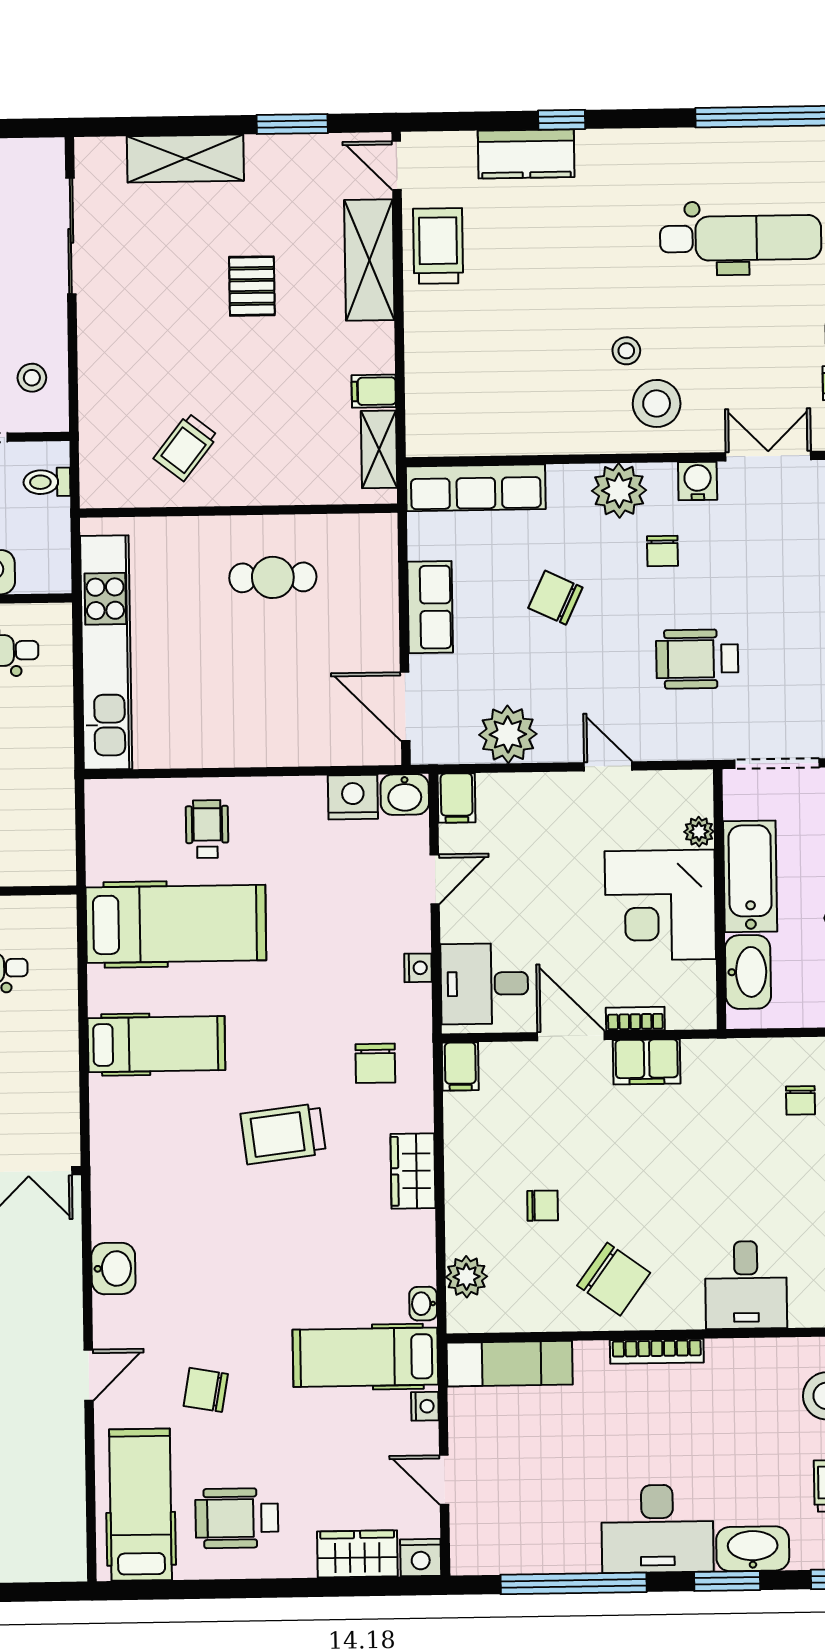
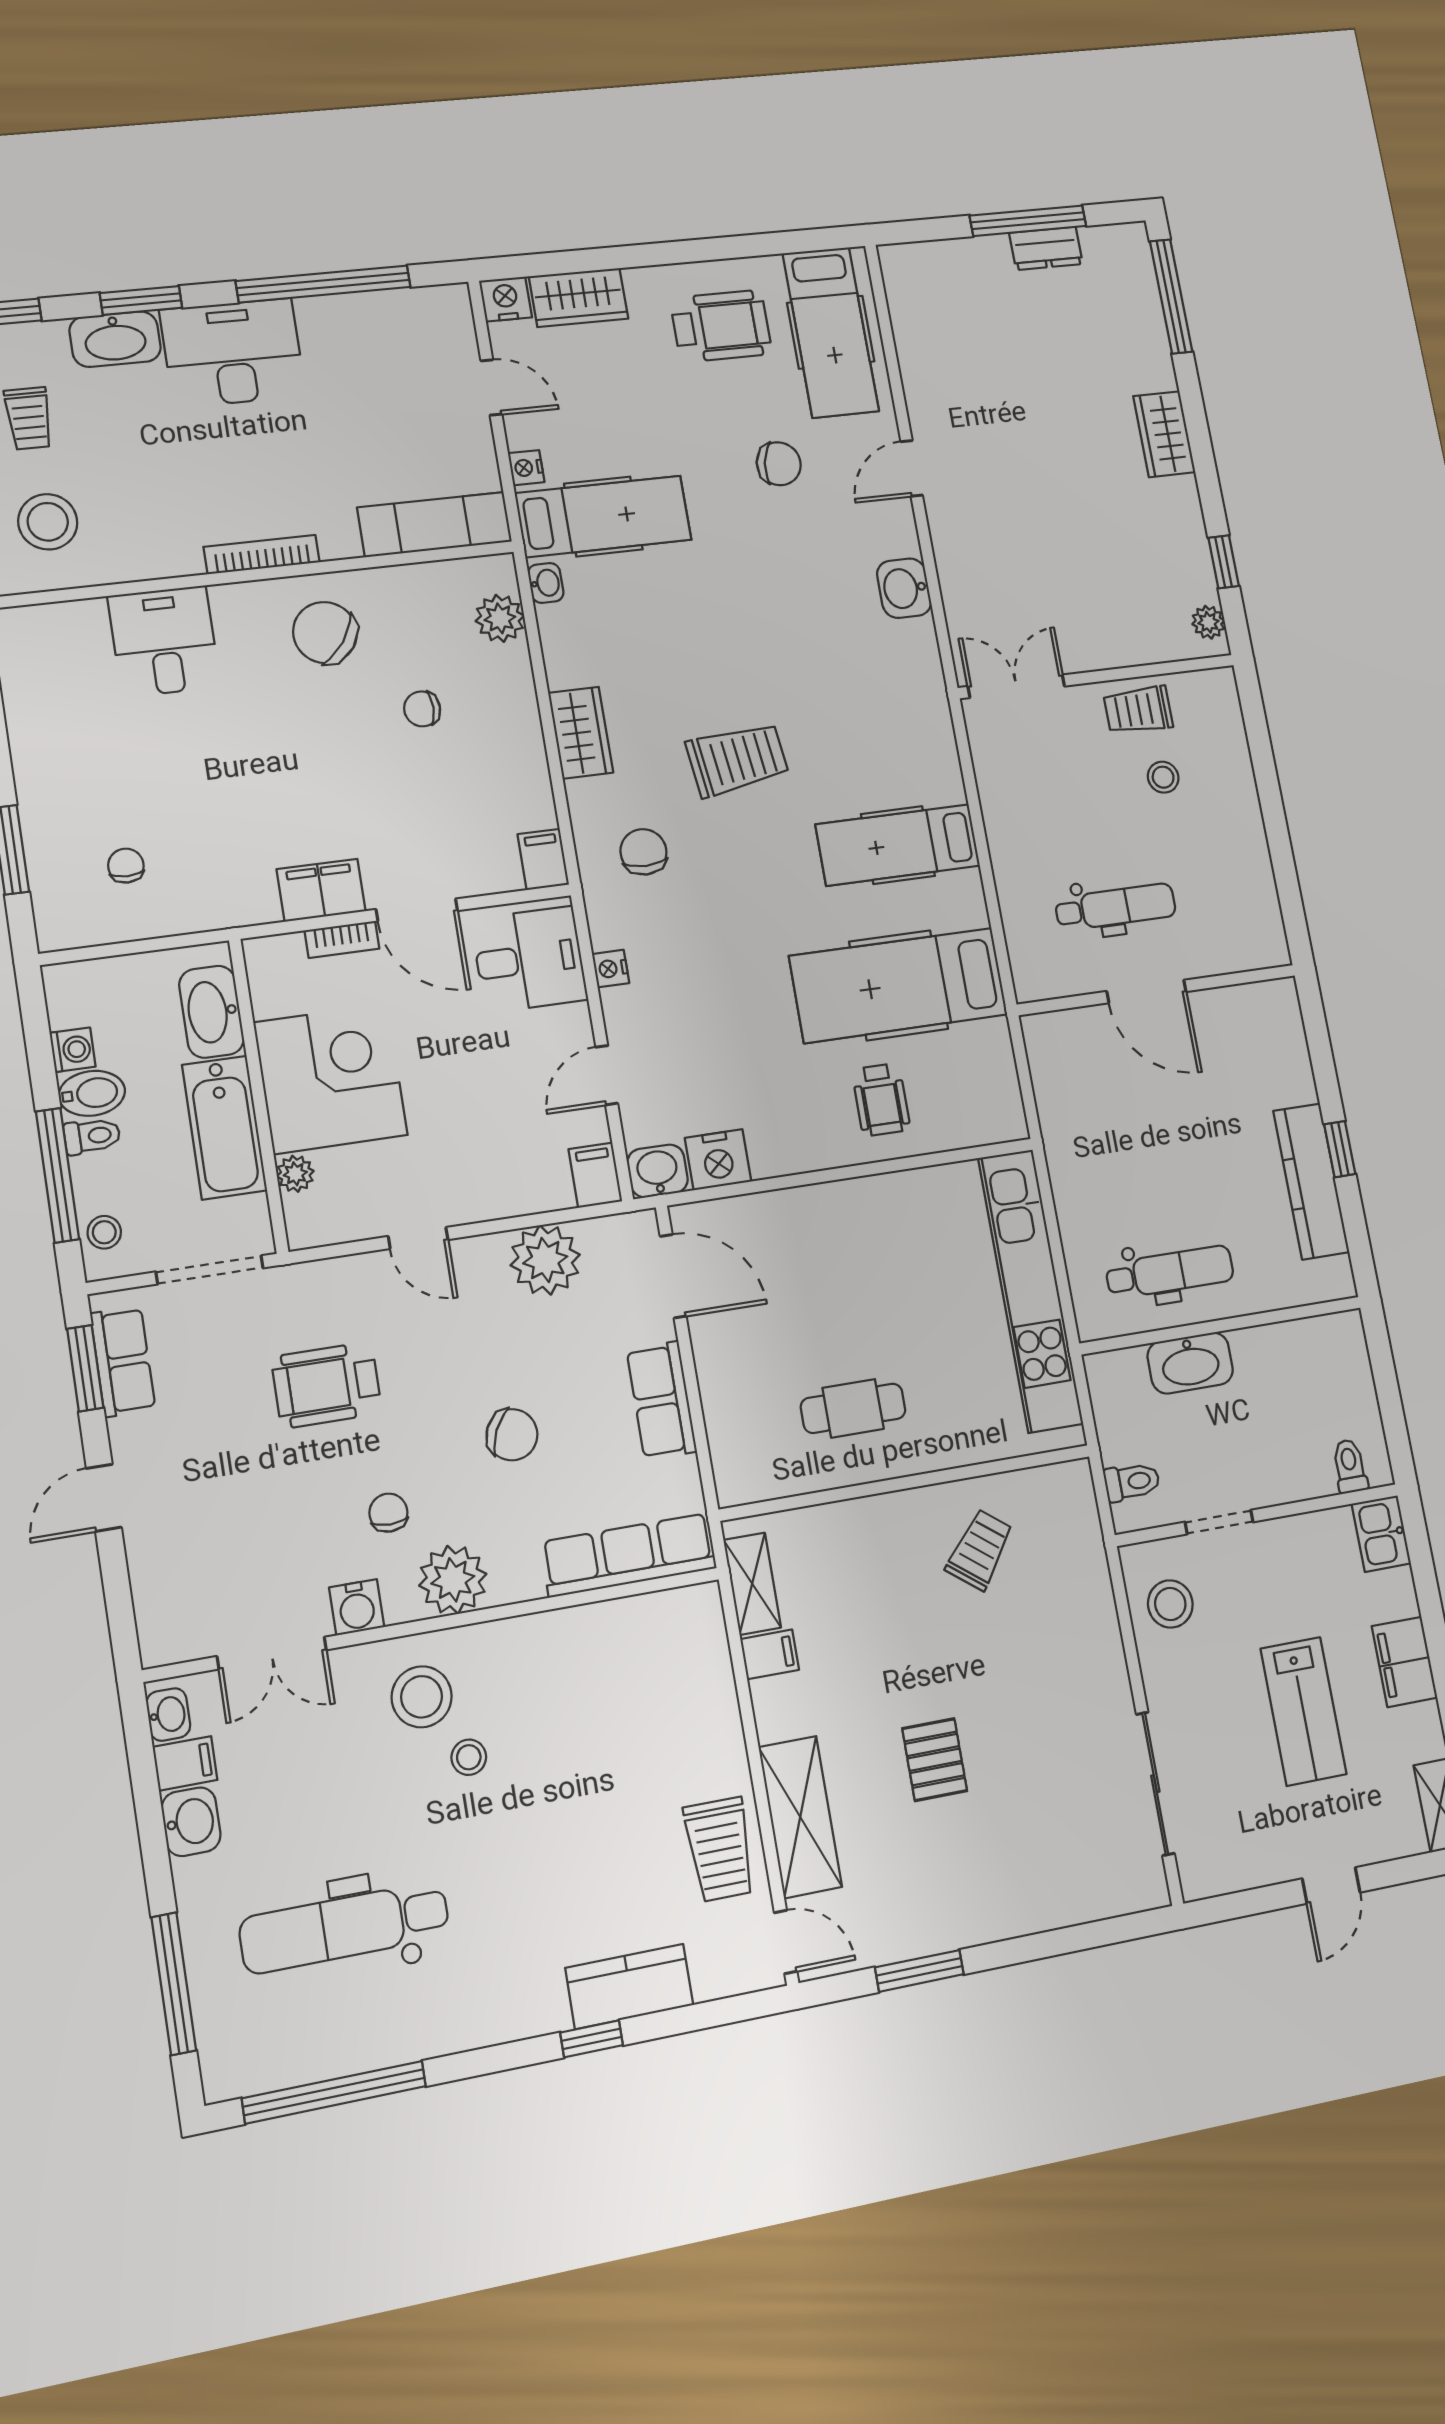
shelving: (185, 159) -> (1038, 1904), removed
stool: (32, 378) -> (1170, 1604), width x1.37, depth x1.37
wheelchair: (697, 659) -> (327, 1385), turned 180

